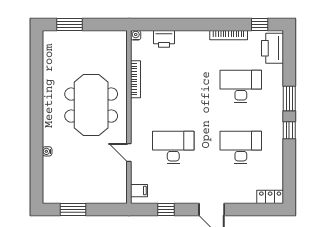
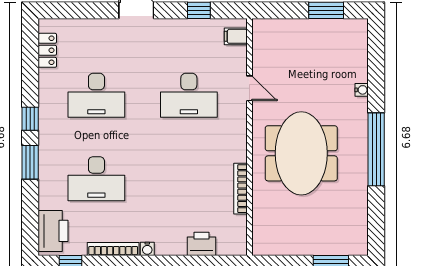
water cooler: (136, 35) -> (147, 249), moved
window: (36, 108) -> (376, 149), added
locker: (270, 197) -> (47, 50), moved, turned -90

